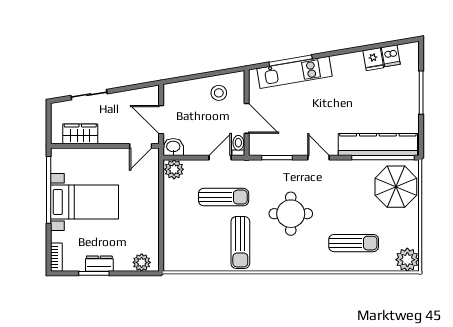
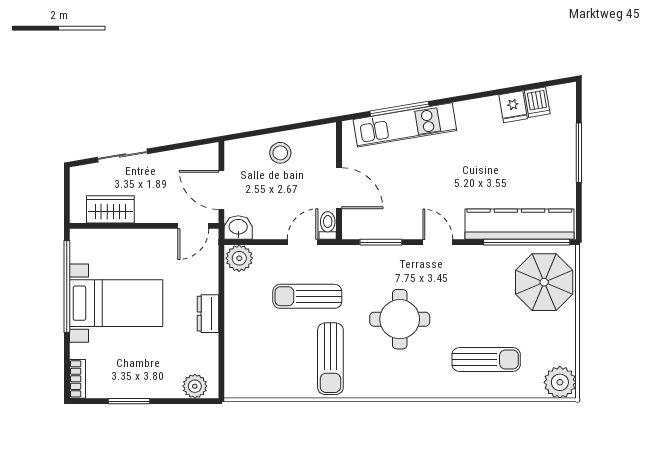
stool: (219, 93) -> (280, 153), moved
sun lounger: (224, 197) -> (307, 296), turned 180
dresser: (99, 264) -> (208, 314), moved, turned -90

